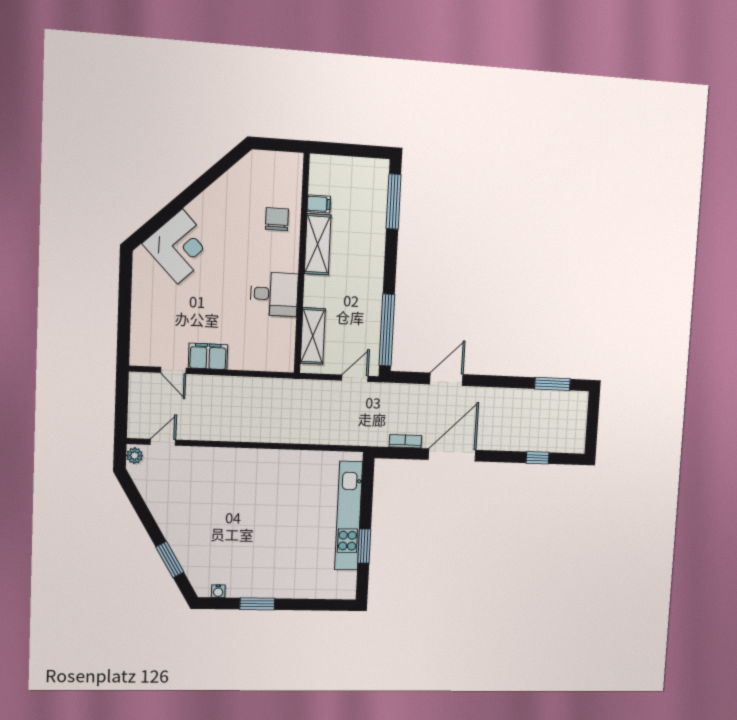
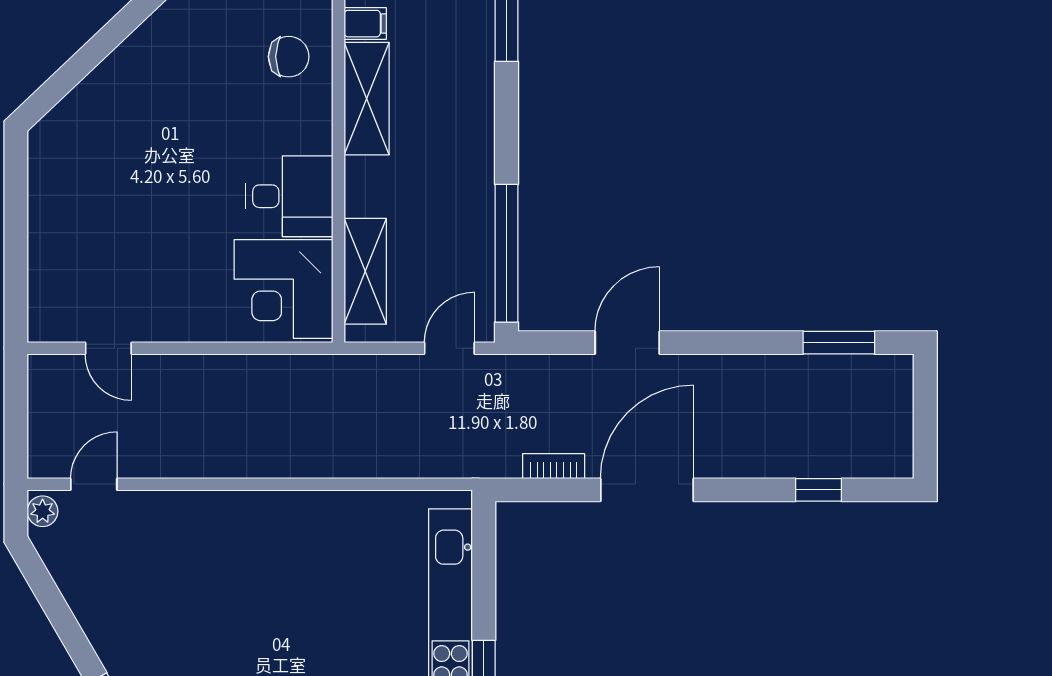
chair: (277, 219) -> (289, 57), turned 90
corner desk: (180, 247) -> (283, 289), moved, turned 134
filing cabinet: (208, 356) -> (171, 319), removed

